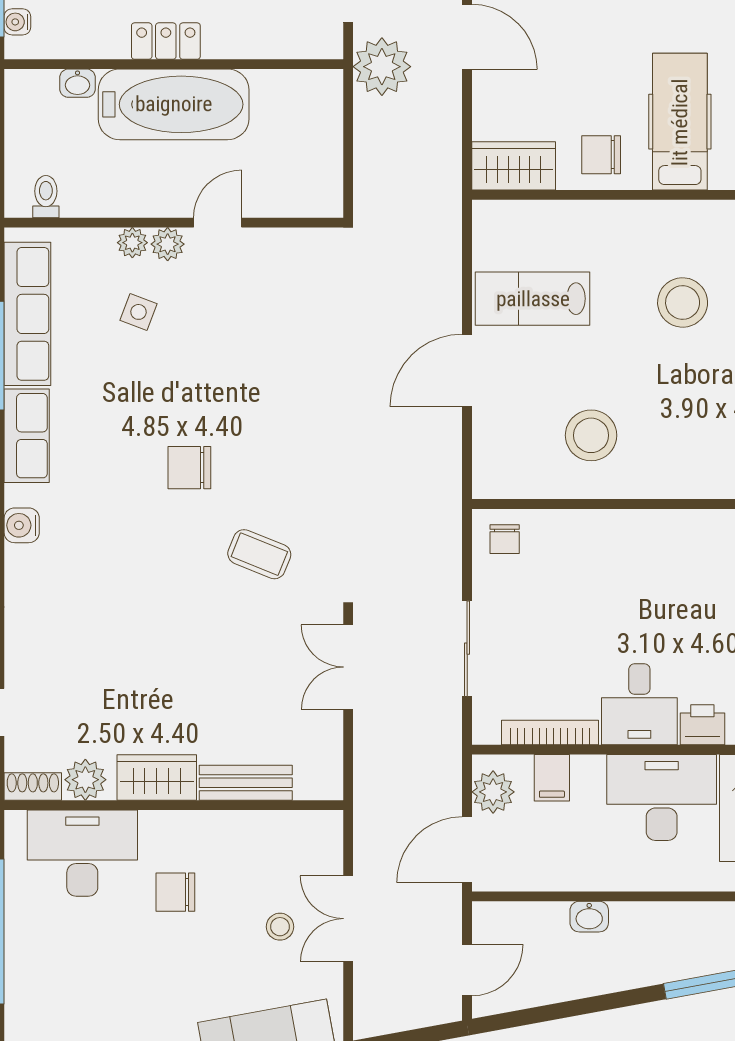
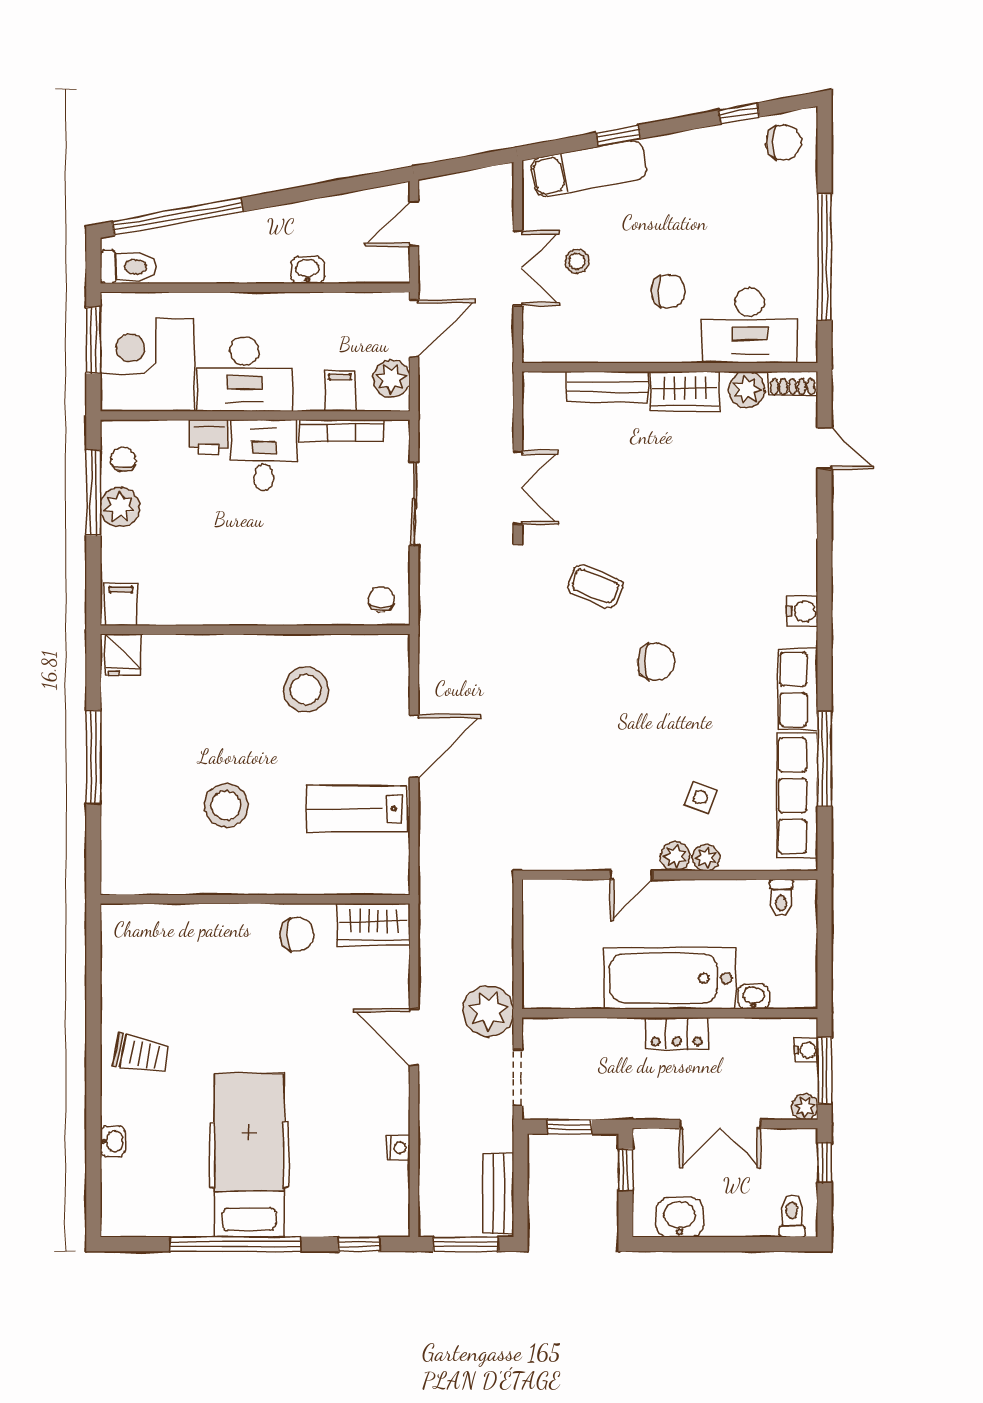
hospital bed: (680, 122) -> (228, 963), removed
lab bench: (533, 299) -> (357, 809), turned 180

